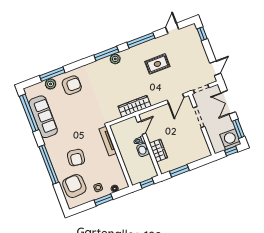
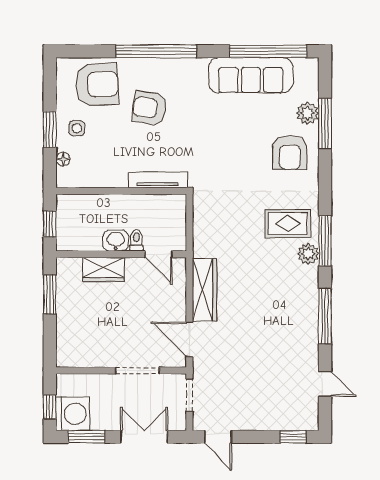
rug: (157, 64) -> (288, 224), moved, turned 90
wardrobe: (135, 106) -> (205, 290), moved

